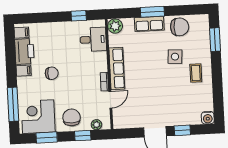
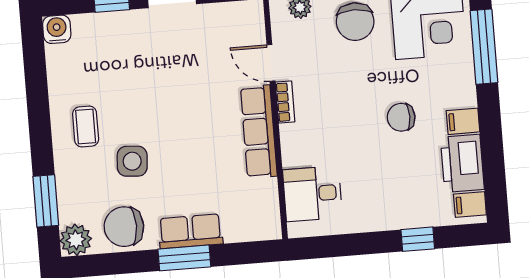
window: (79, 16) -> (418, 239), moved
plant: (115, 26) -> (76, 240), moved
door: (110, 100) -> (271, 63), hinge flipped

